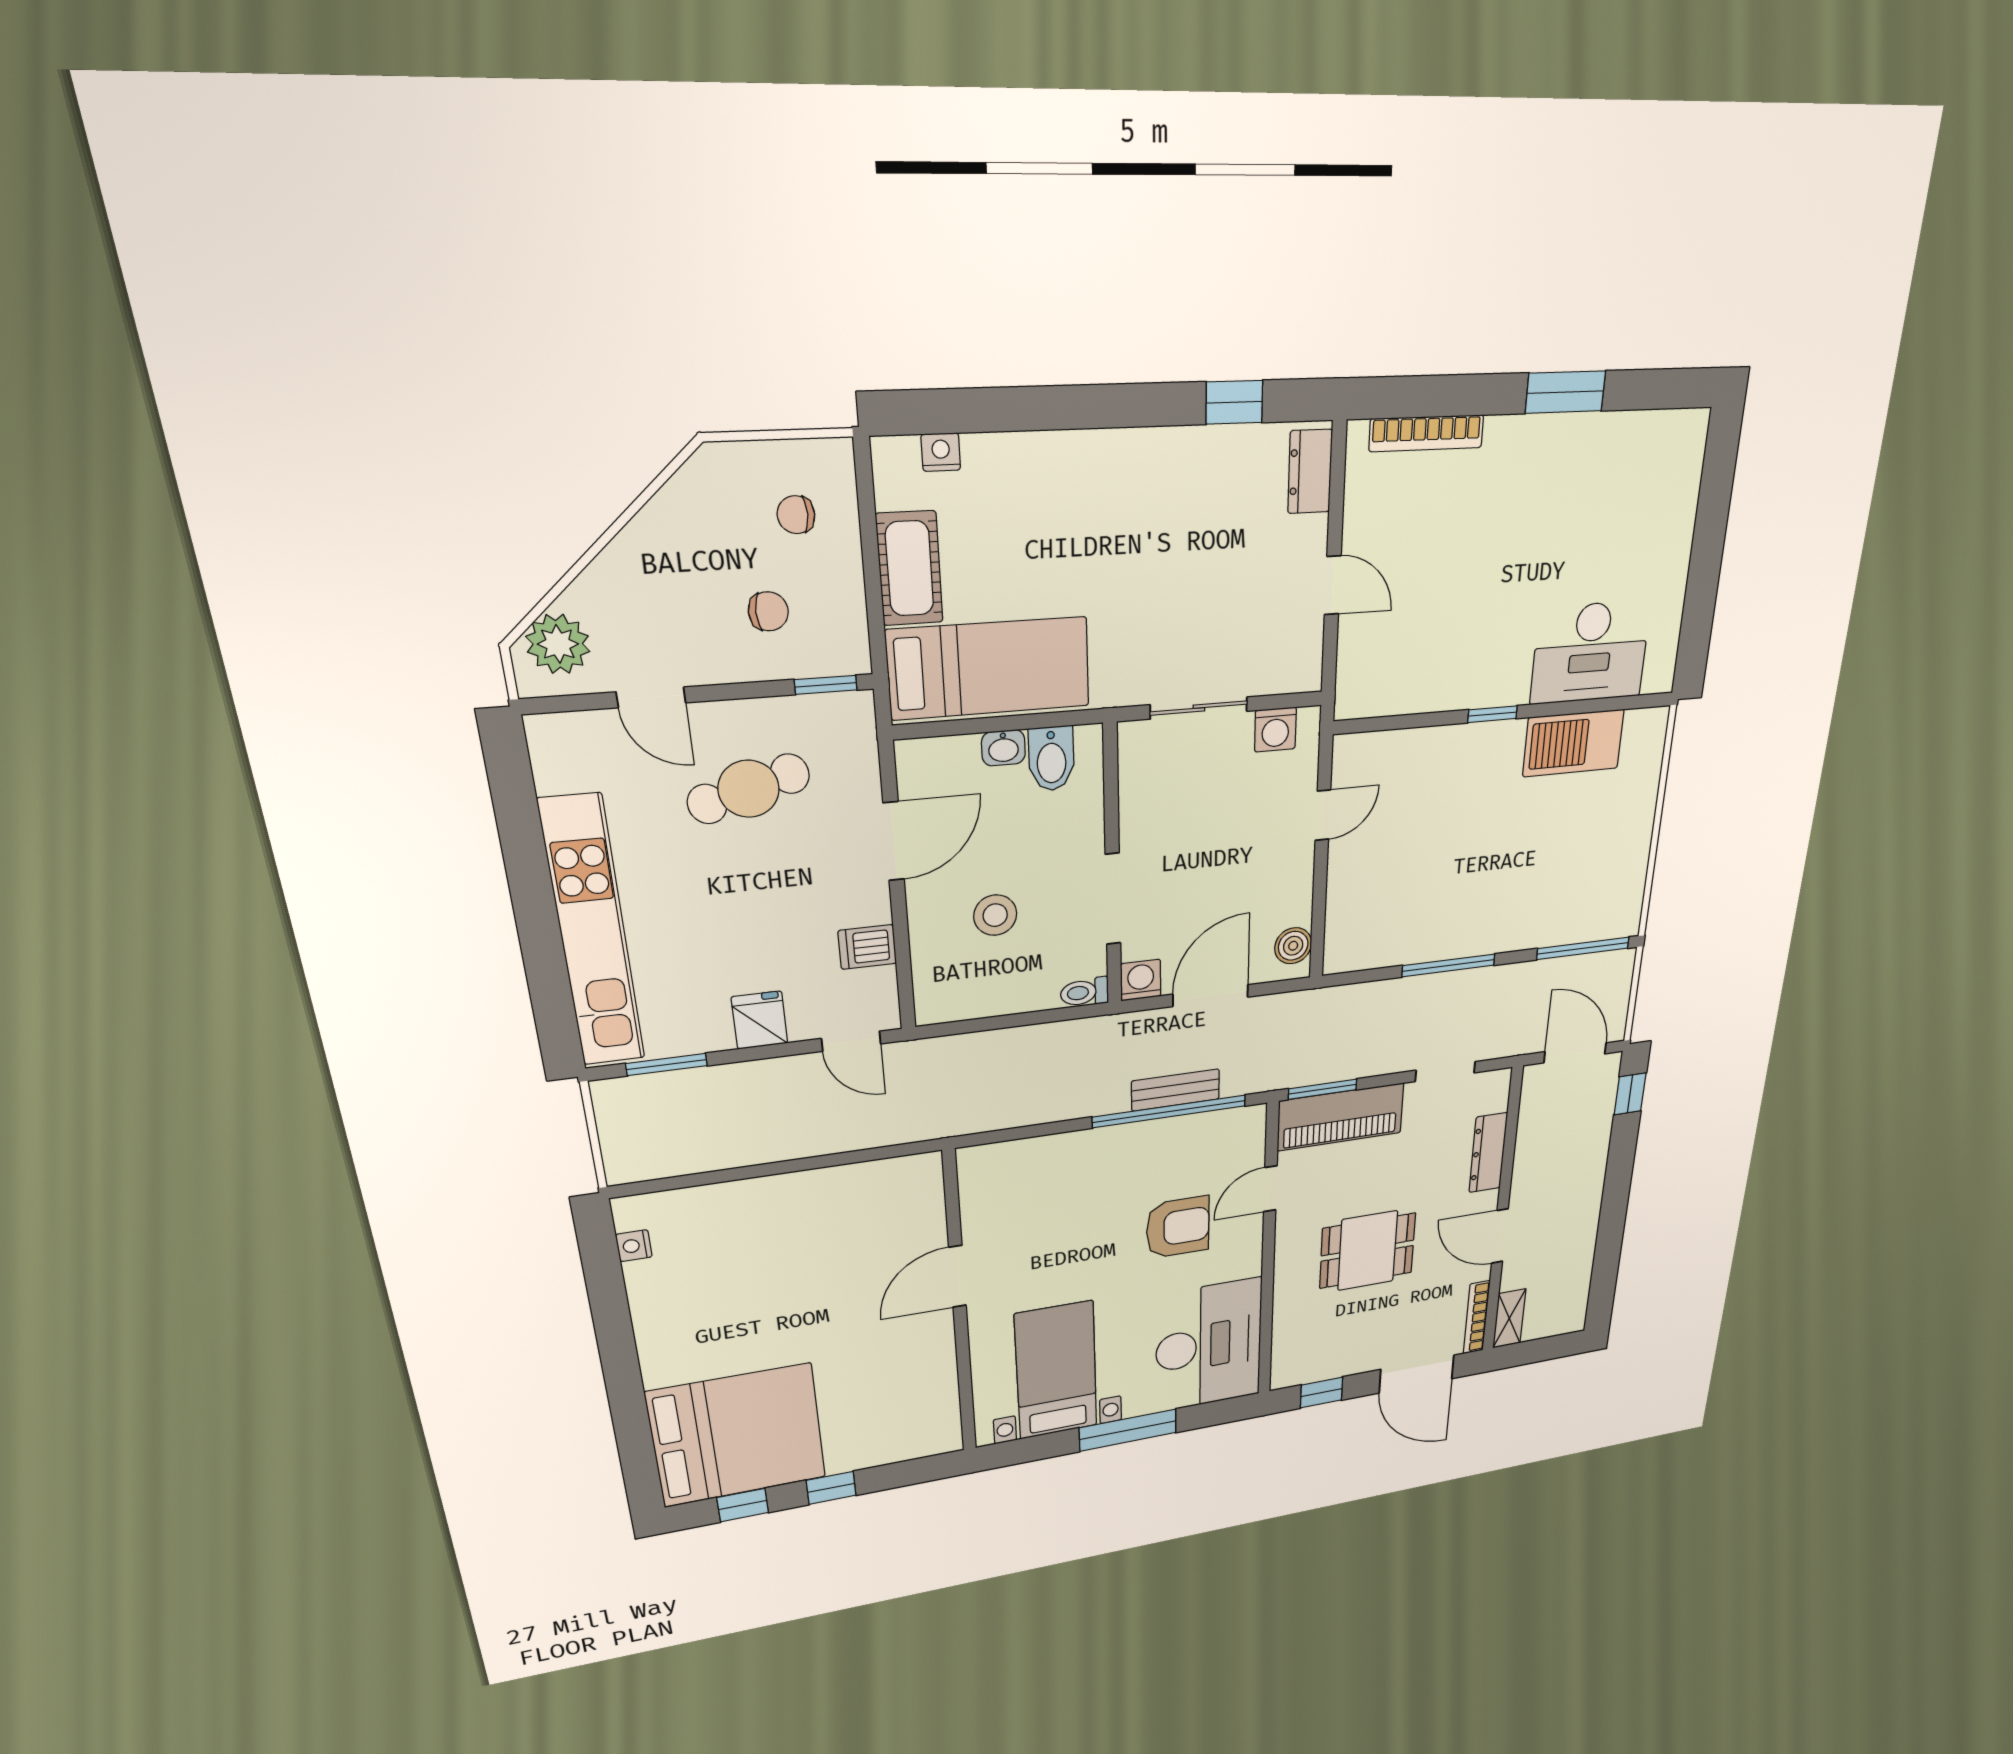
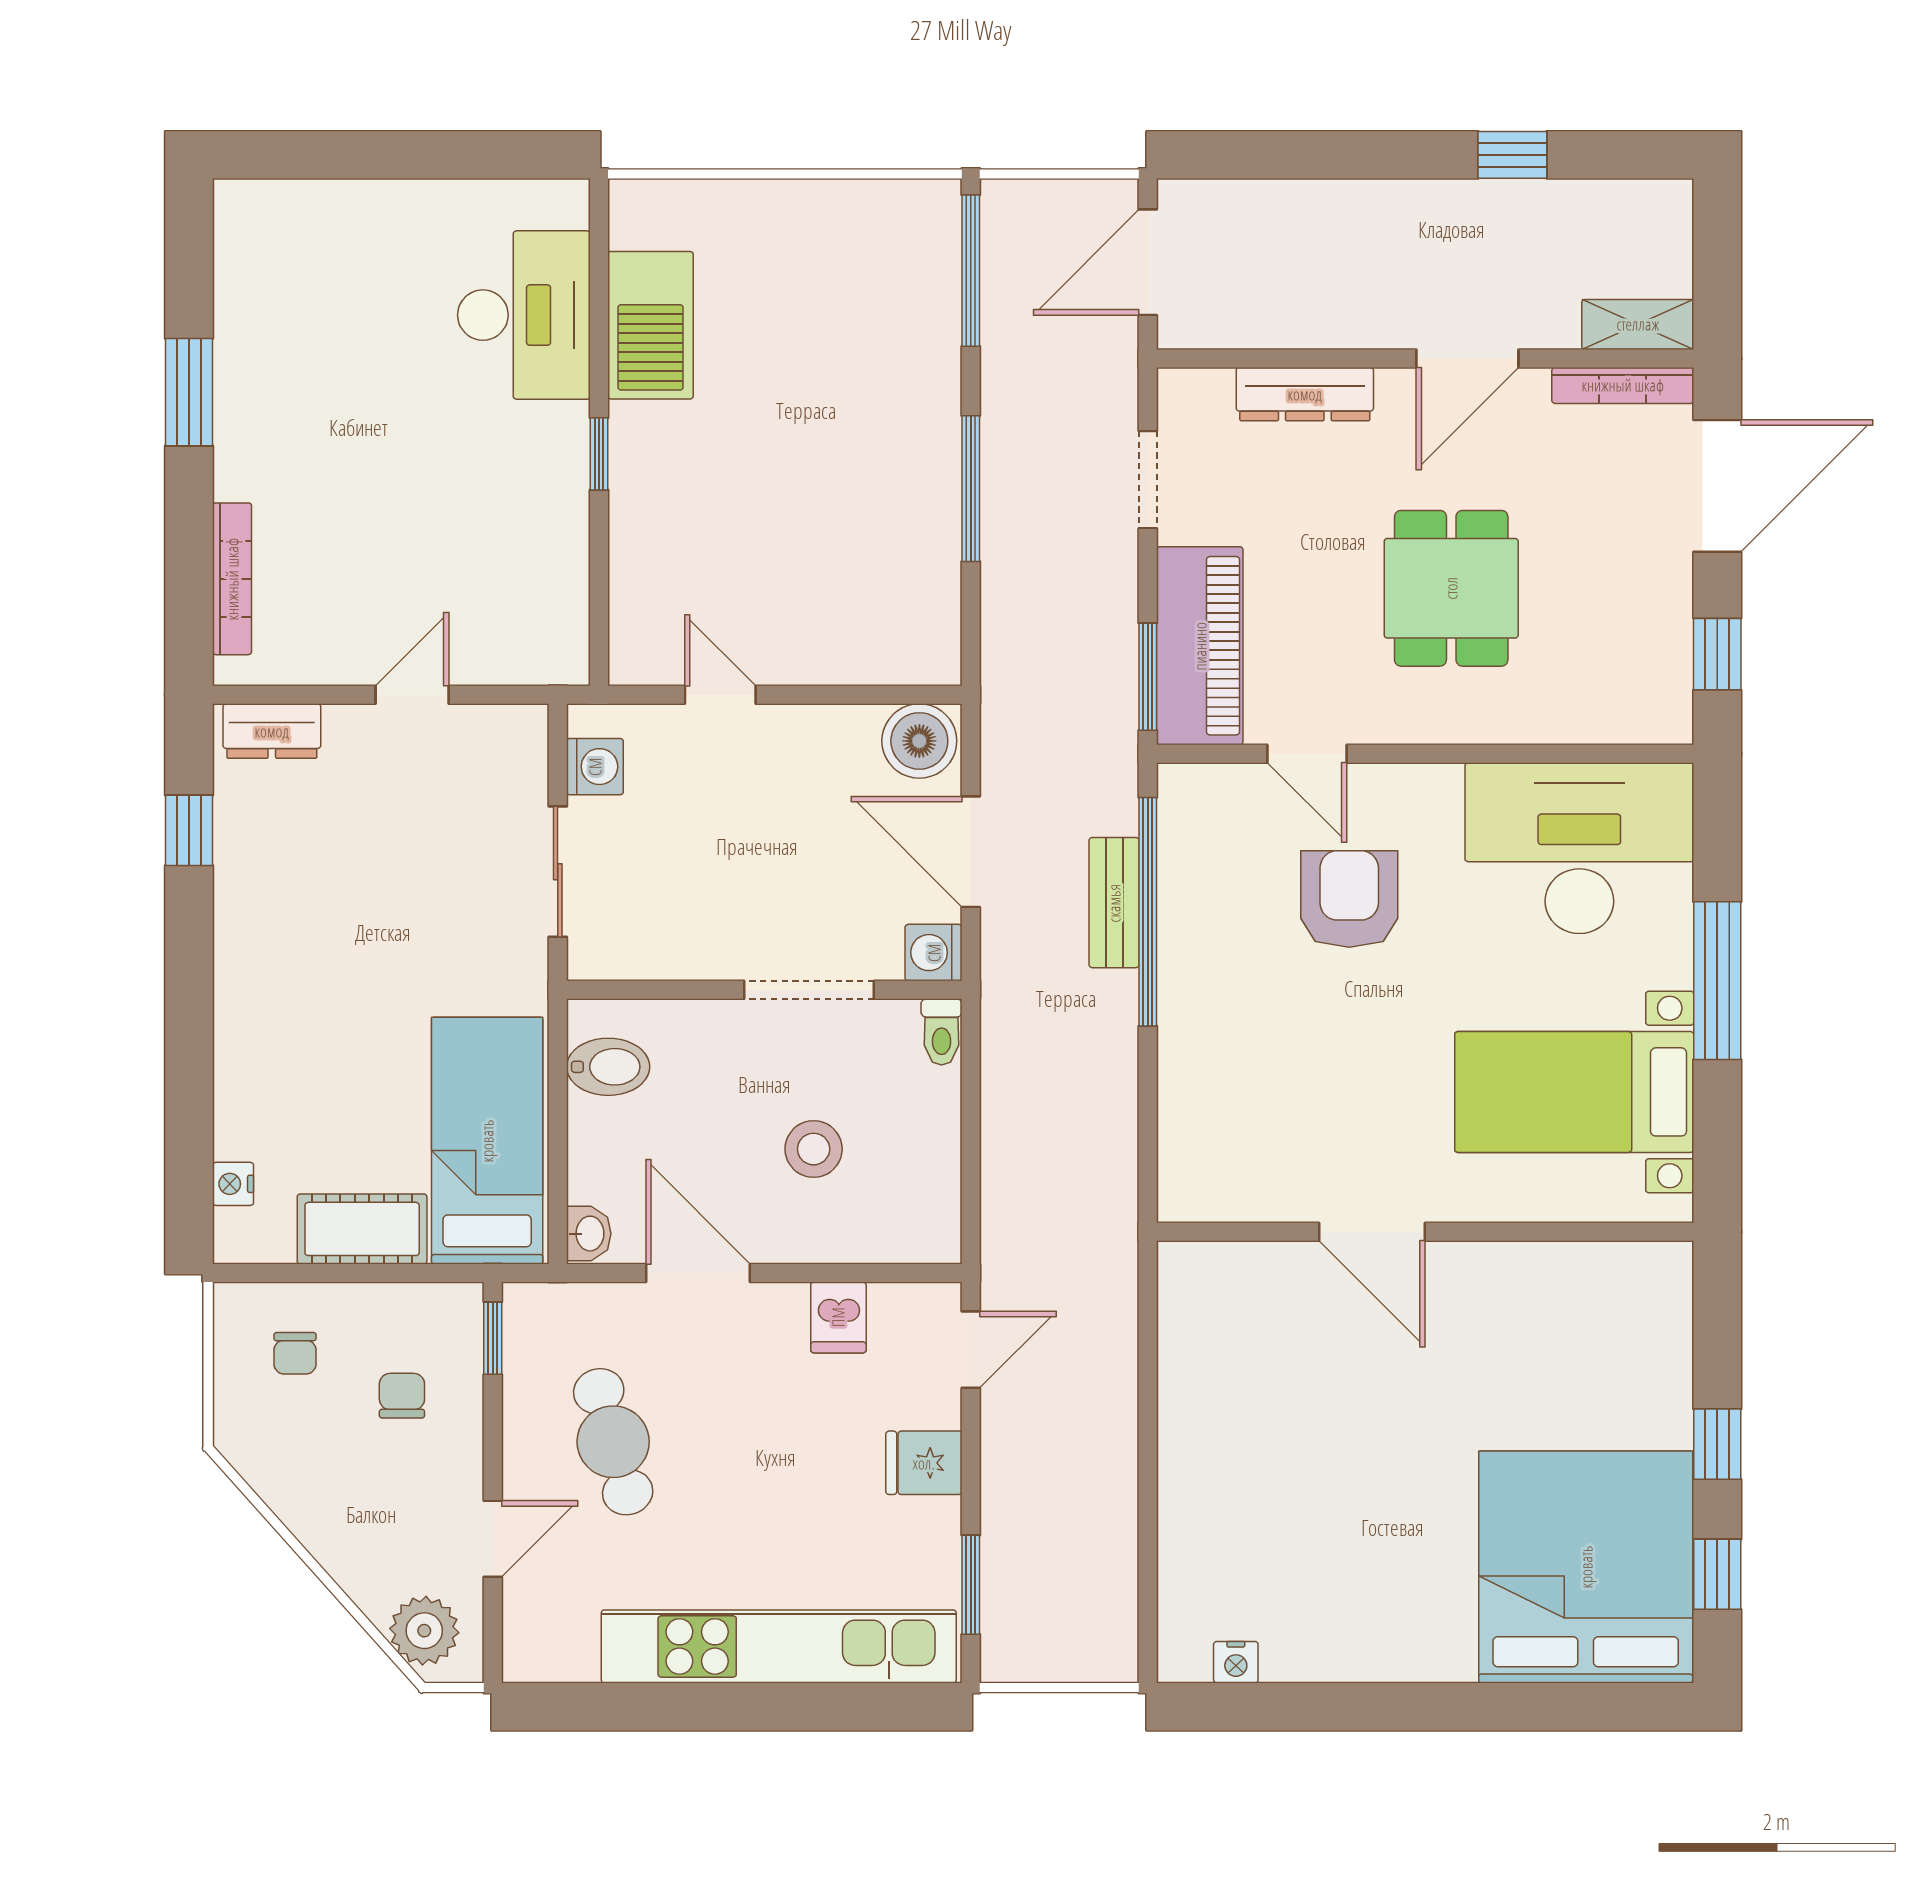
washbasin: (1003, 748) -> (589, 1234), moved
boiler: (1293, 946) -> (919, 741), width x1.36, depth x1.36
window: (1630, 1094) -> (1512, 155), moved

